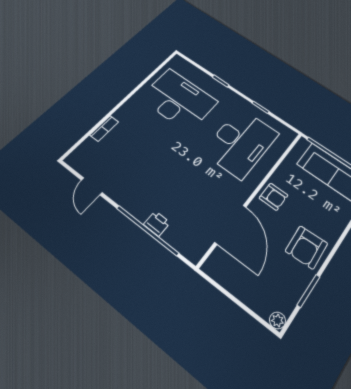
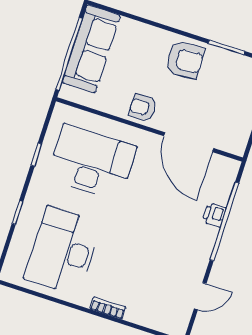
bookcase: (104, 128) -> (108, 308), moved
armchair: (274, 197) -> (143, 108), turned -90
door: (231, 224) -> (189, 142), swing flipped

